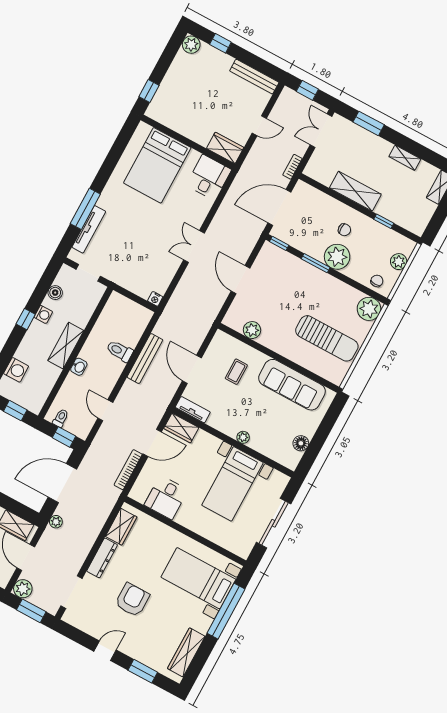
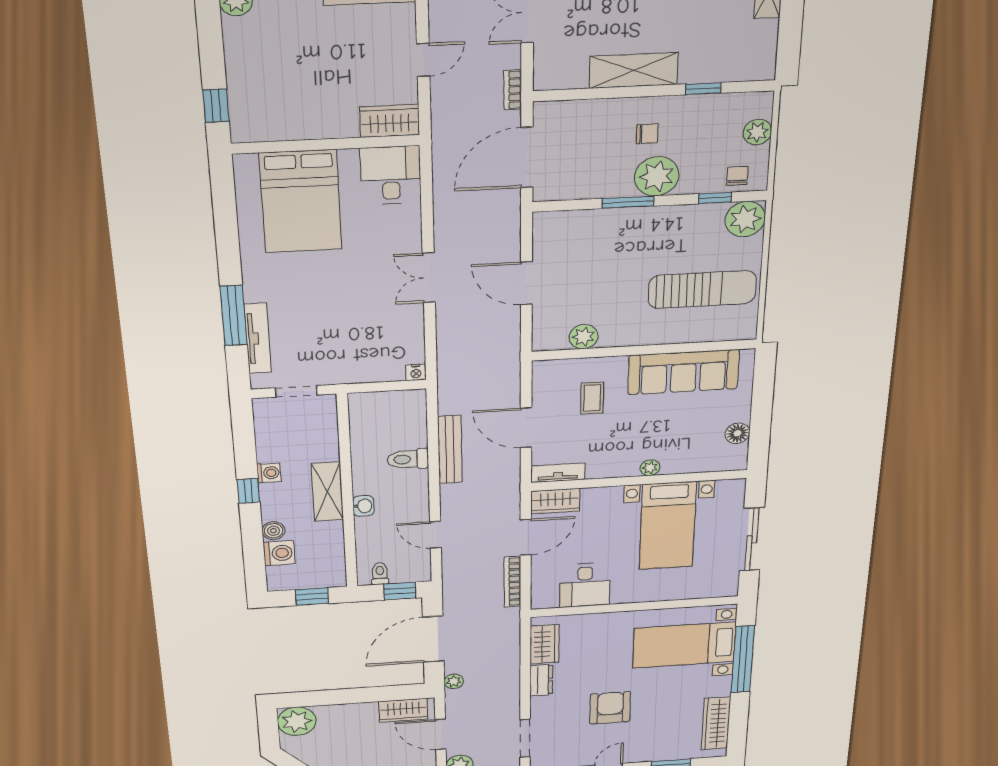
window: (279, 243) -> (715, 198), moved
boiler: (55, 293) -> (273, 531), moved
dresser: (102, 558) -> (541, 680), width x0.70

